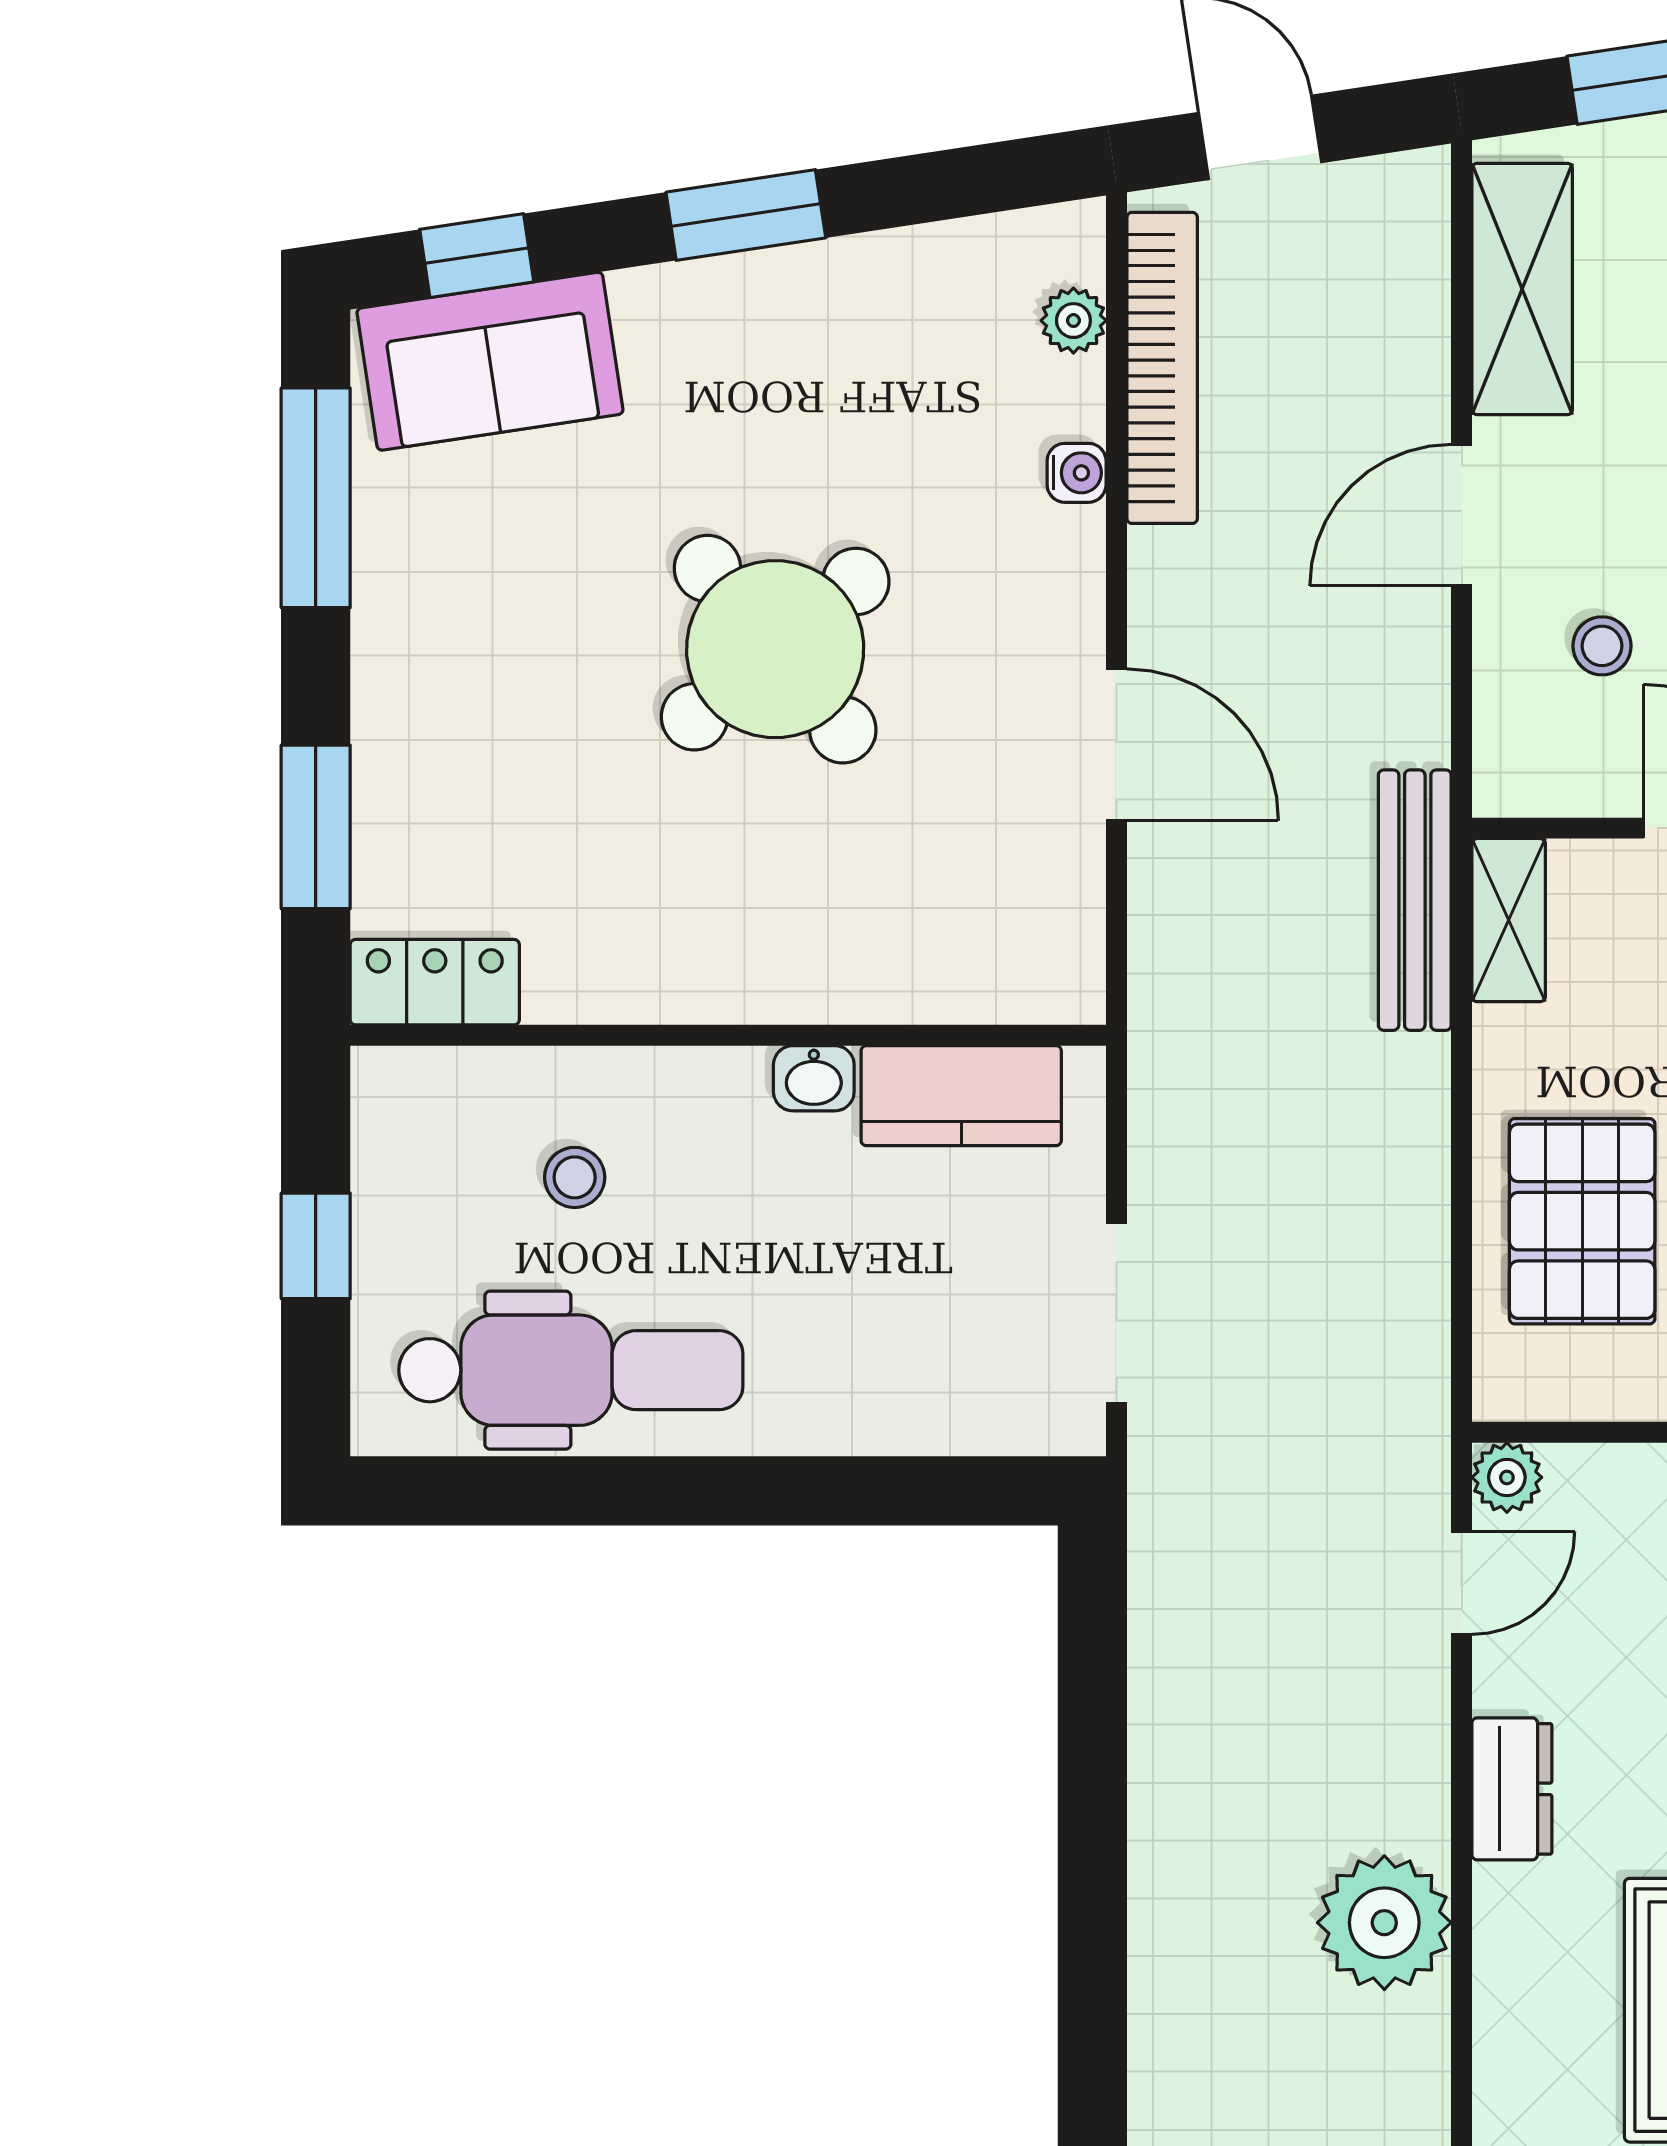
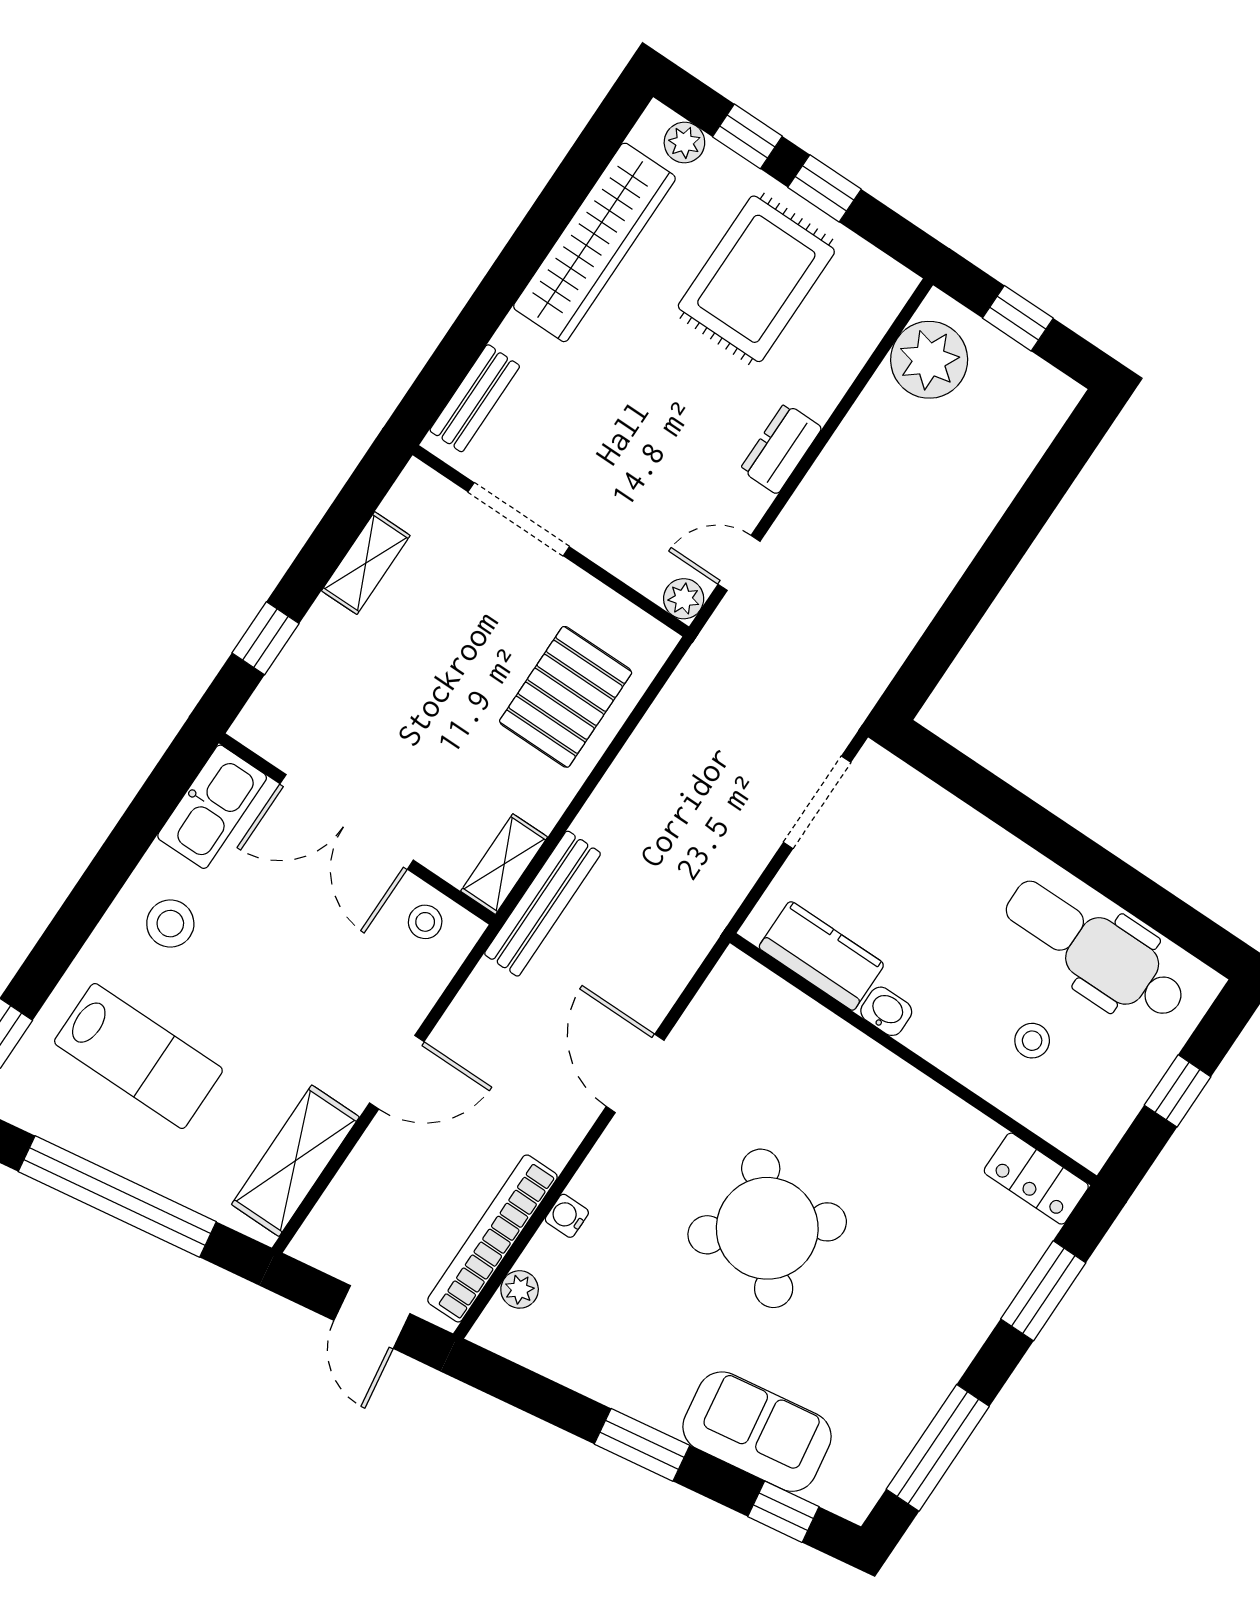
sofa: (490, 361) -> (757, 1432), moved
stool: (1602, 646) -> (425, 922), moved
plant: (1384, 1923) -> (929, 360), moved

